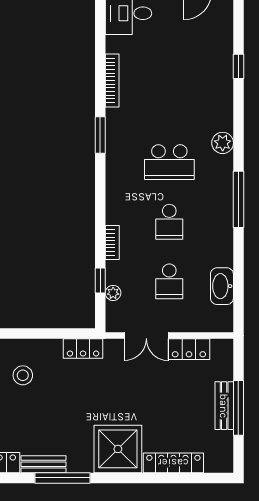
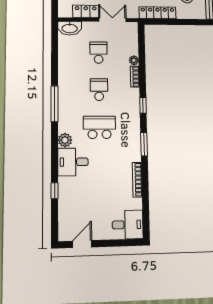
desk: (210, 109) -> (73, 162), added
window: (100, 280) -> (143, 105), moved
washbasin: (222, 286) -> (70, 28), moved, turned 90
plant: (113, 293) -> (134, 60), moved
locker: (83, 349) -> (157, 13), width x1.53

